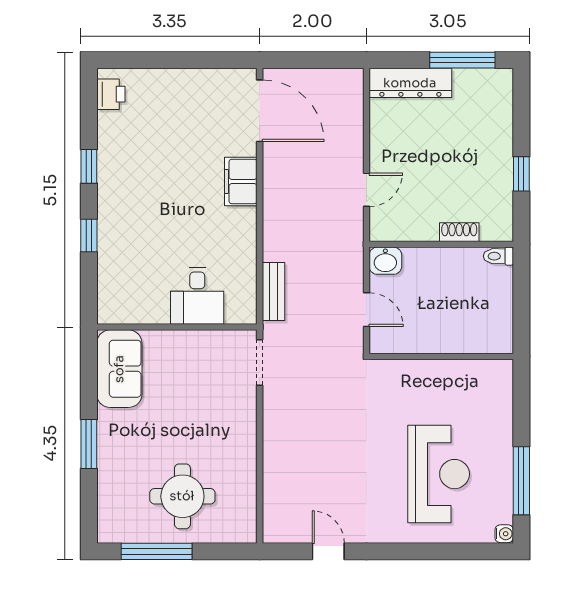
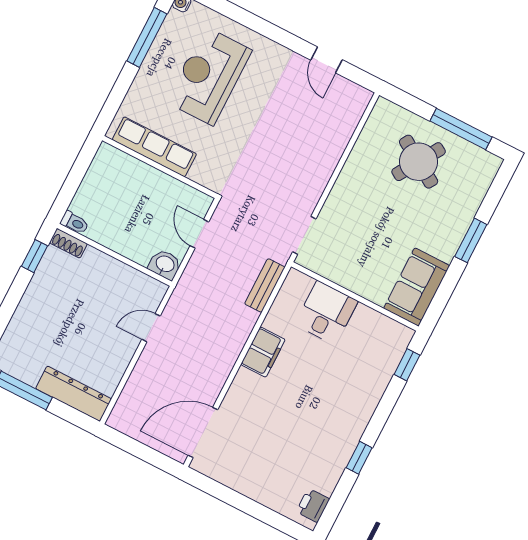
door: (260, 111) -> (203, 433), hinge flipped
window: (521, 174) -> (35, 256), moved
filing cabinet: (241, 181) -> (263, 352), moved
shoe rack: (459, 232) -> (68, 243), moved
window: (89, 235) -> (407, 365), moved
row of seats: (457, 374) -> (154, 147), added
round table: (182, 496) -> (419, 162), turned 32

